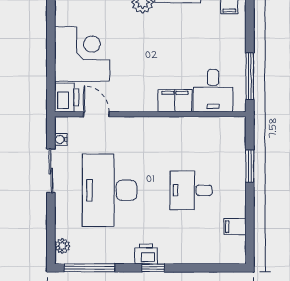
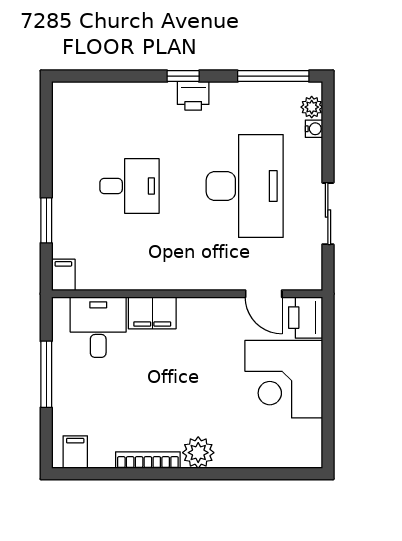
window: (250, 76) -> (46, 374), moved
water cooler: (61, 139) -> (314, 129), moved
filing cabinet: (235, 227) -> (63, 275), moved, turned -90

